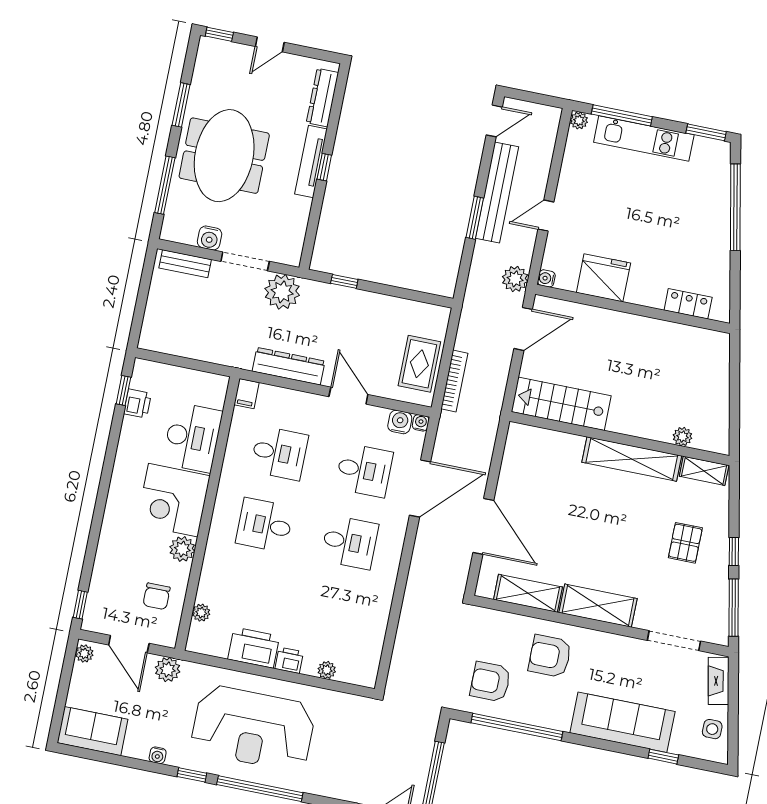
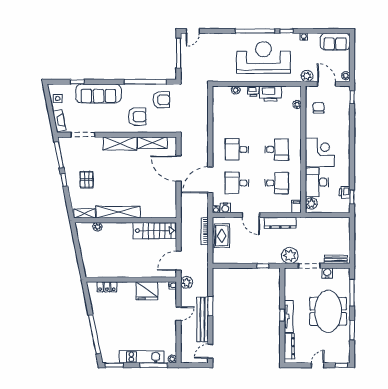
desk: (279, 453) -> (277, 183), turned 180
plant: (182, 549) -> (311, 203), moved

